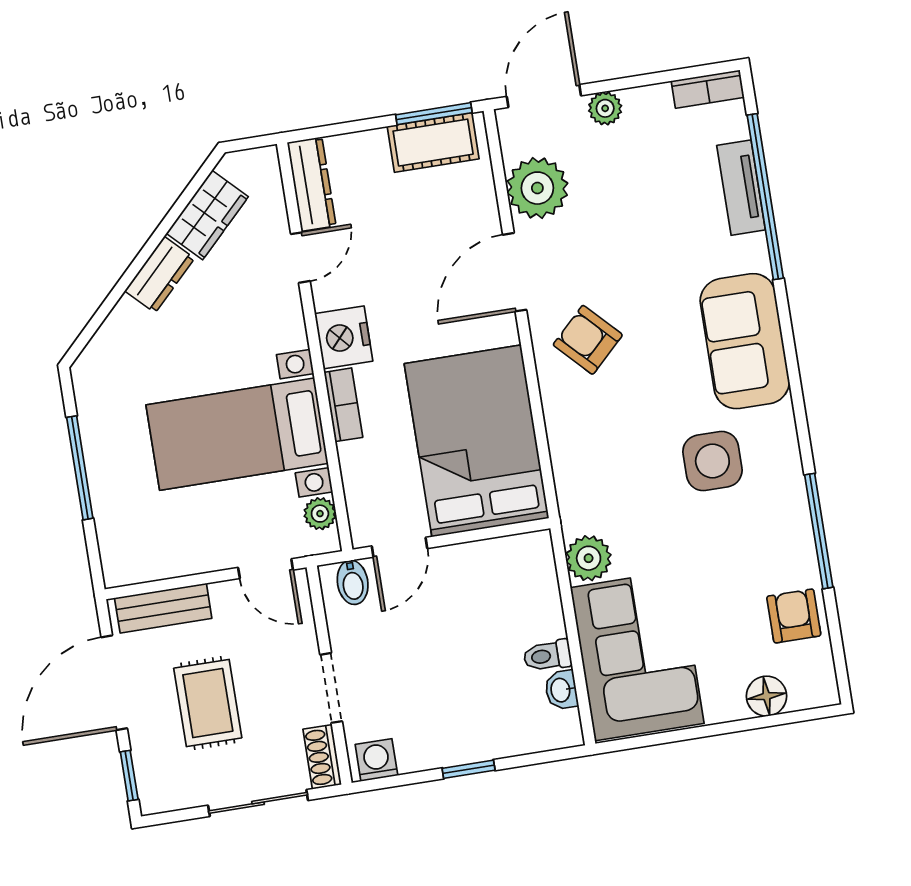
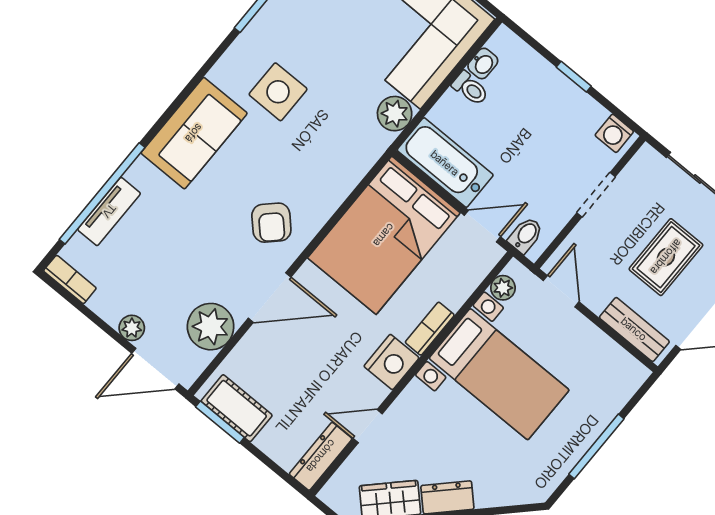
bathtub: (495, 566) -> (445, 163), added
shoe rack: (322, 757) -> (639, 166), removed

